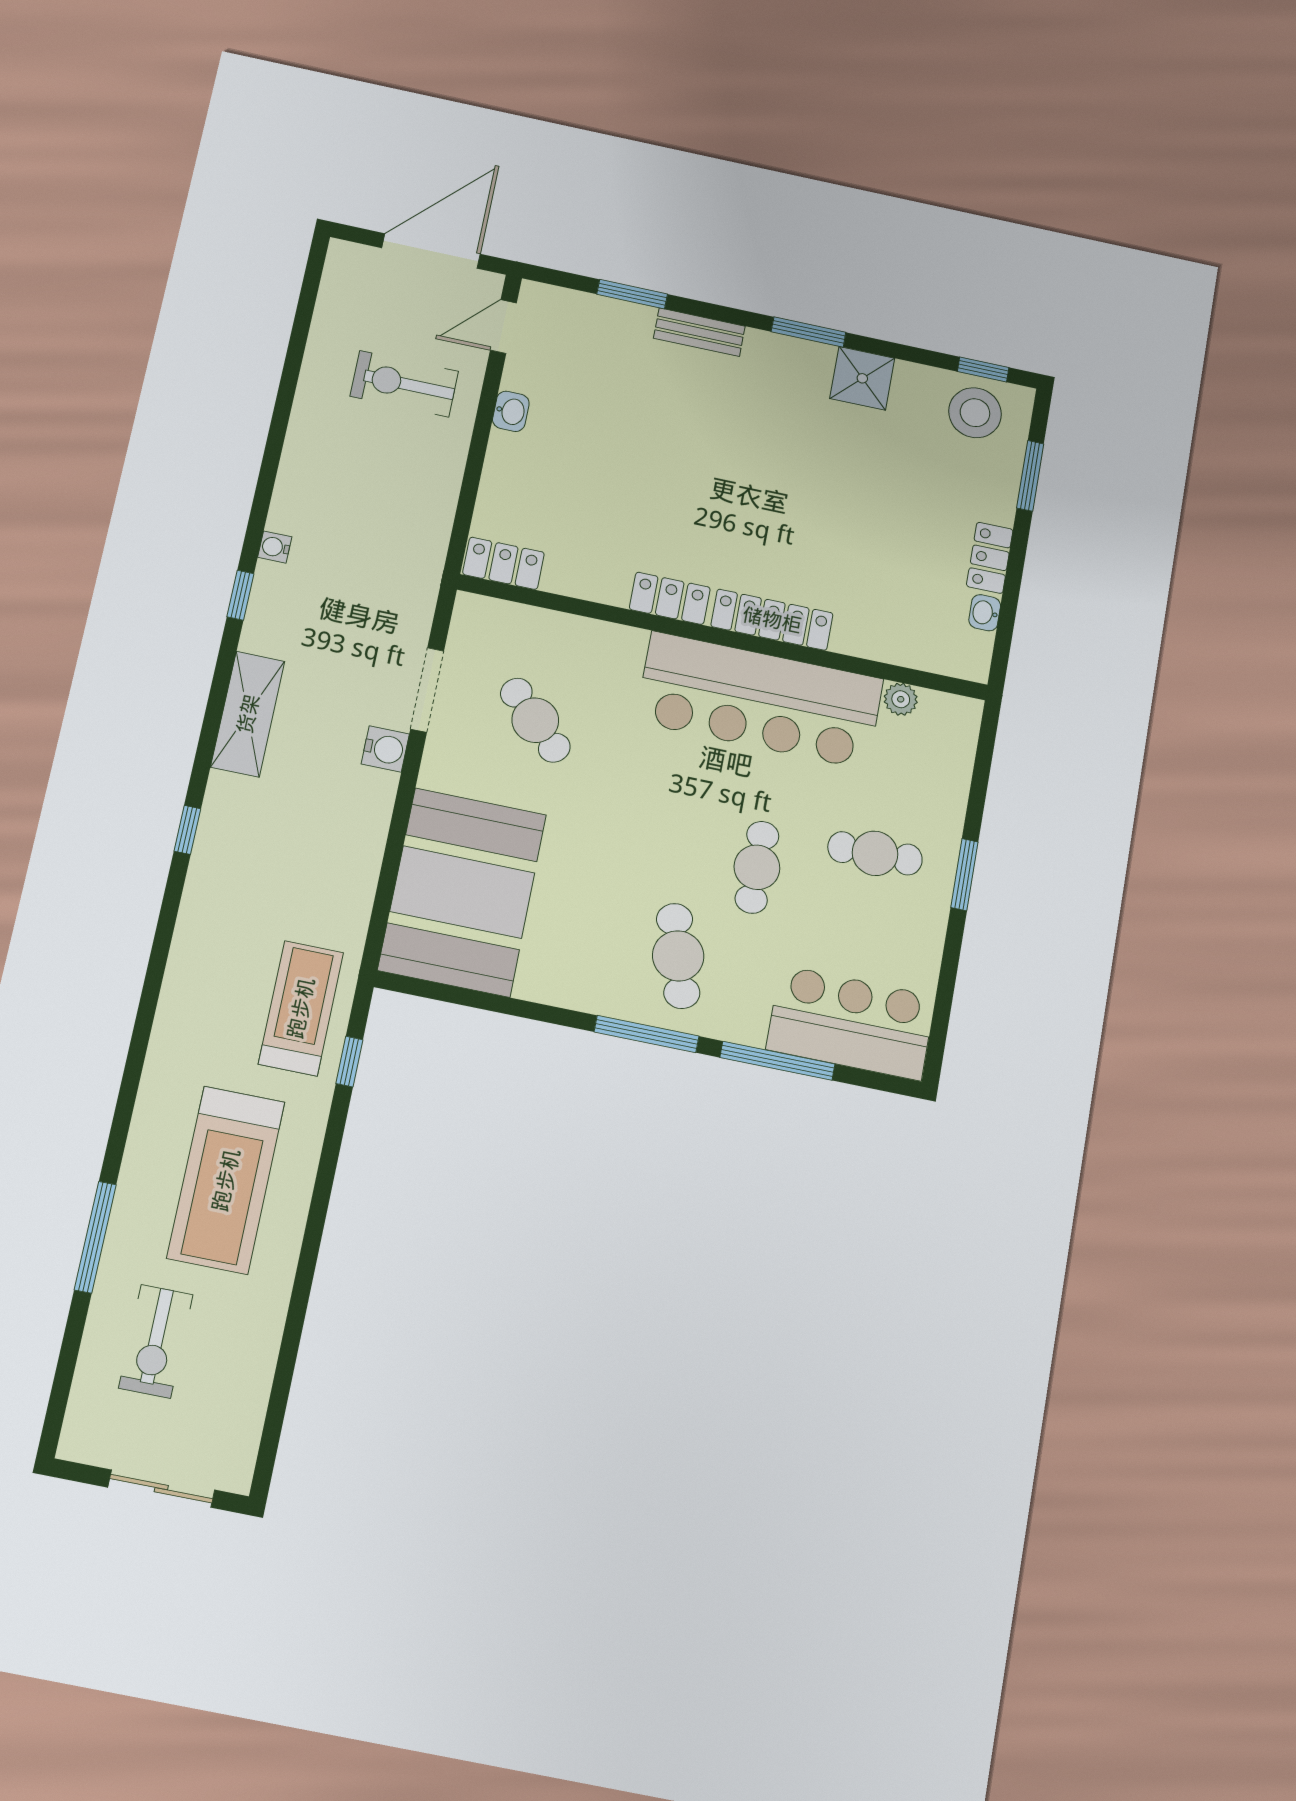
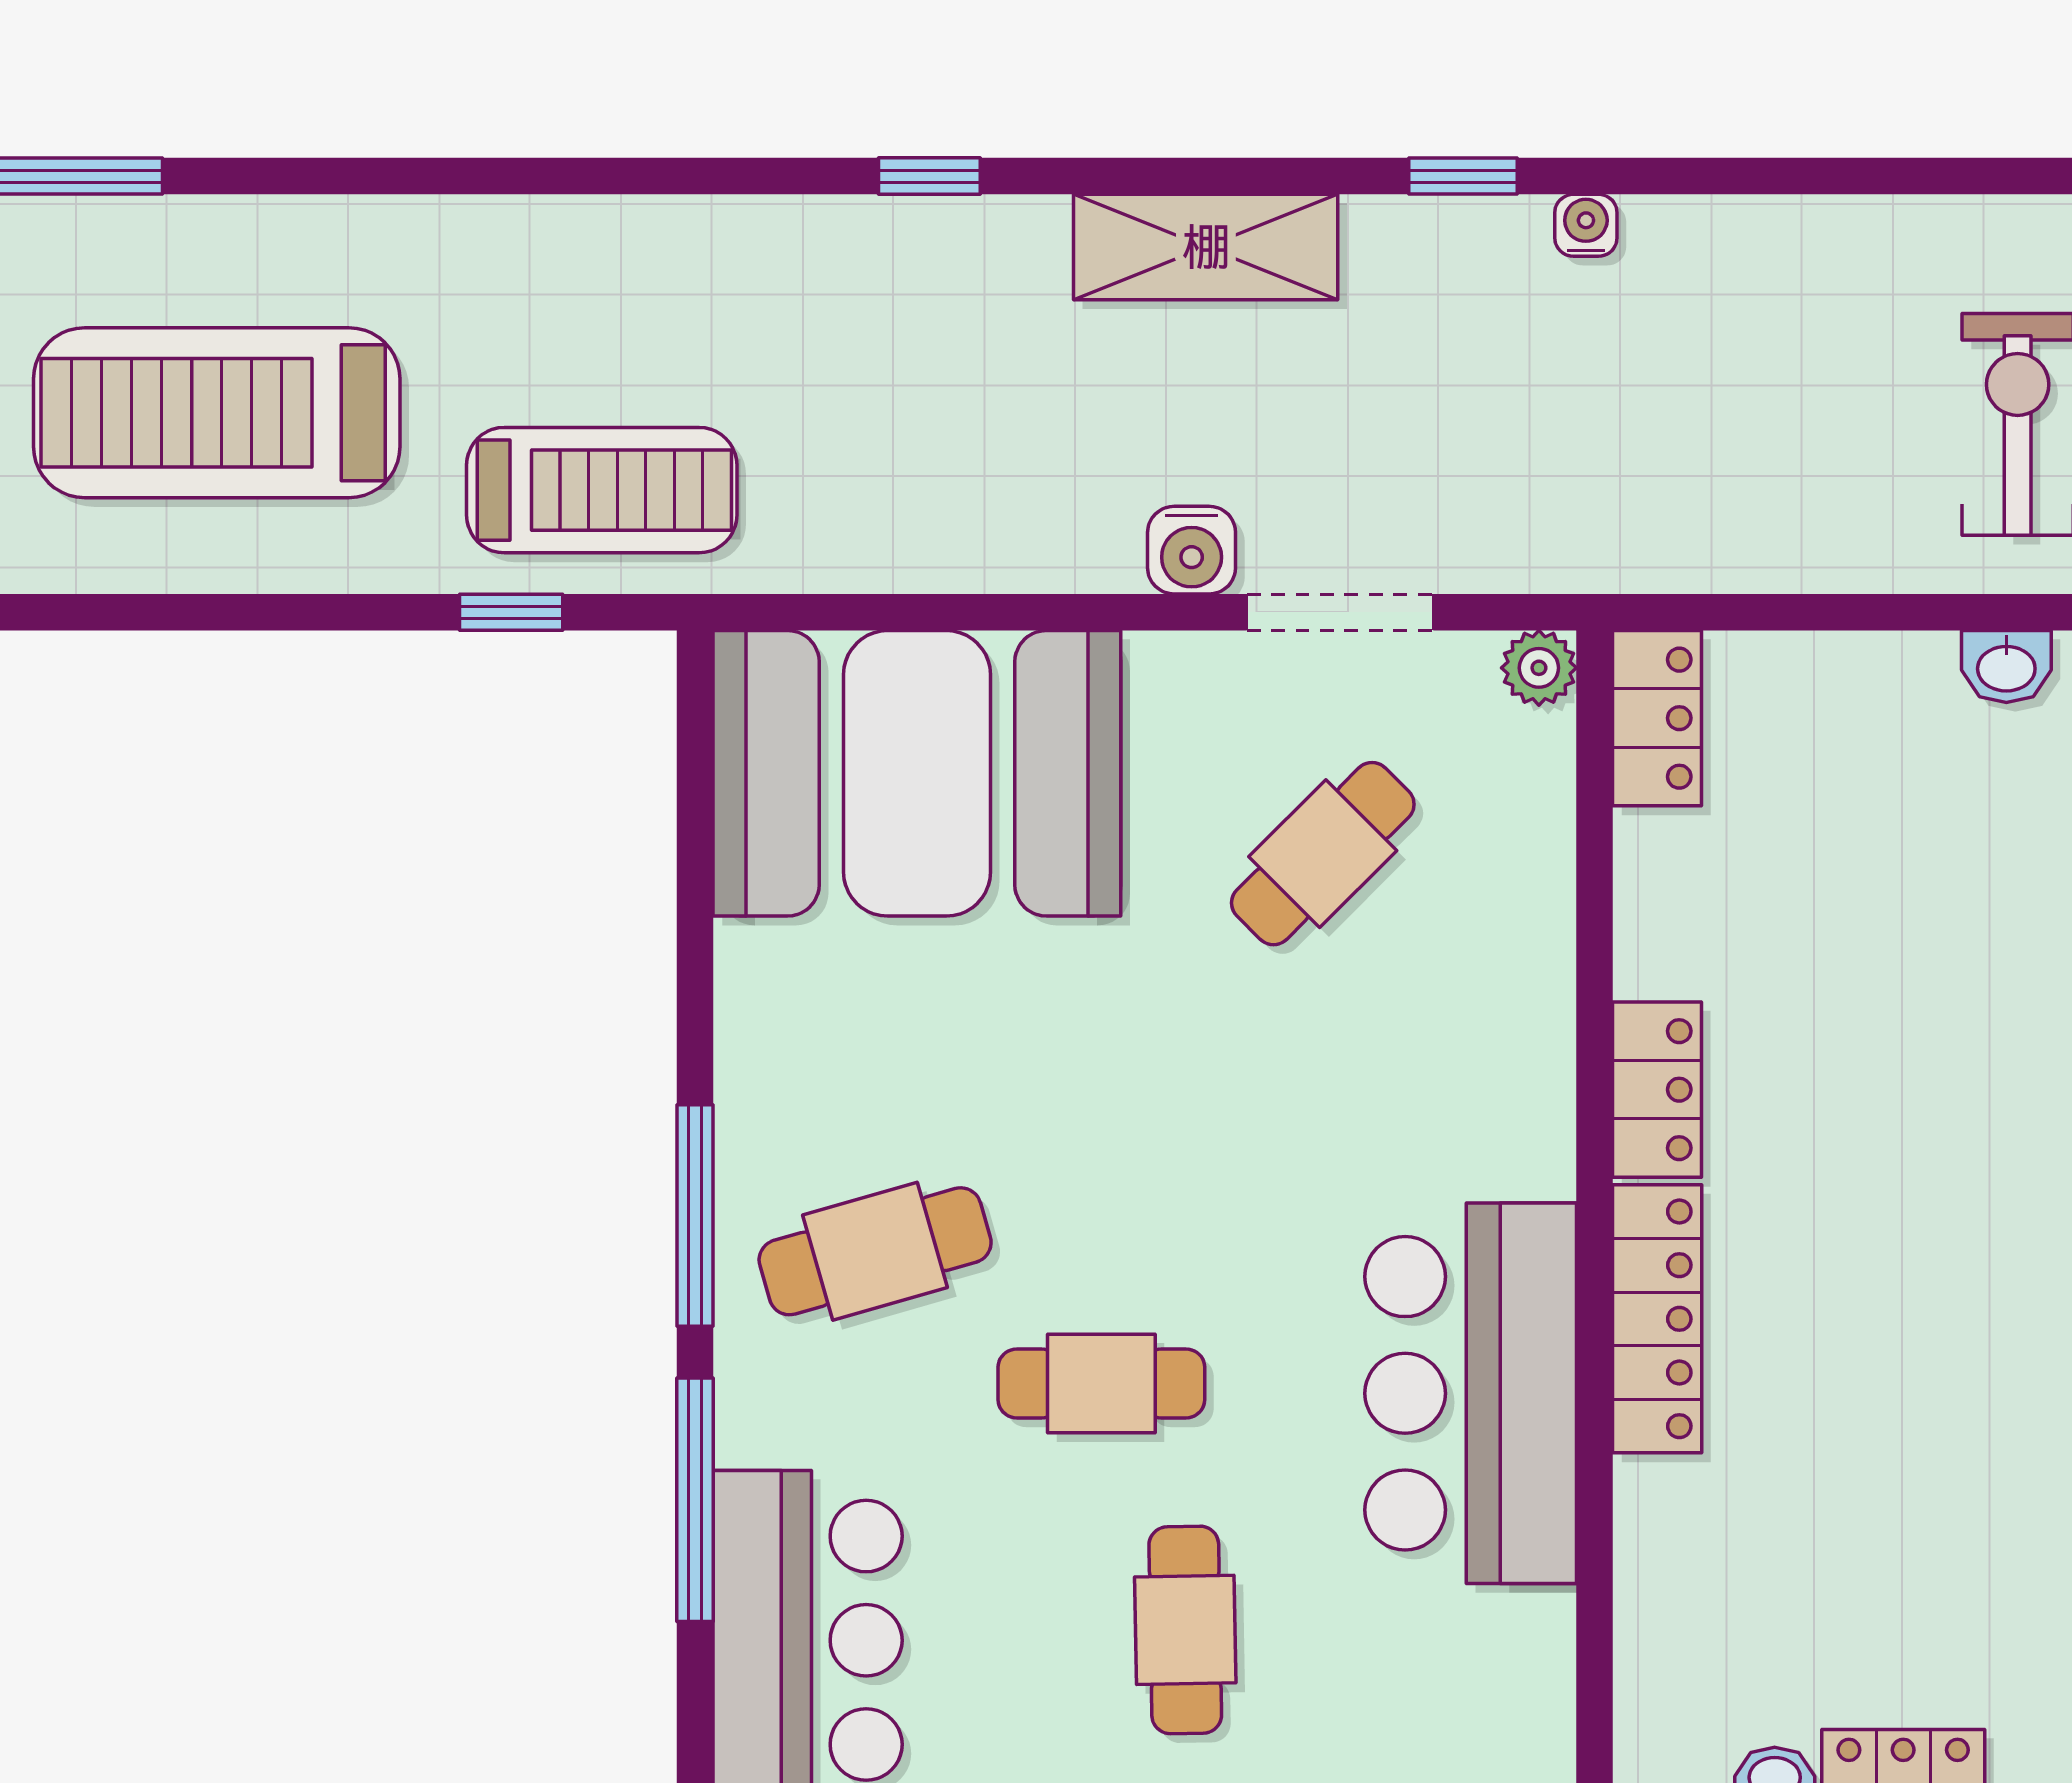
plant: (901, 699) -> (1539, 668), moved
bar counter: (760, 700) -> (1471, 1393), width x0.73

